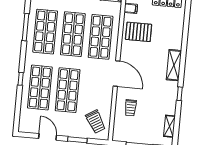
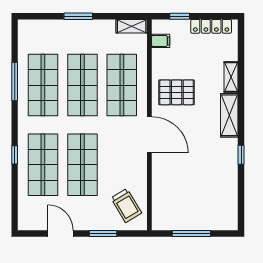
pallet: (139, 32) -> (177, 92), moved
trolley: (131, 108) -> (174, 181), removed
shelving: (169, 126) -> (231, 77), moved

